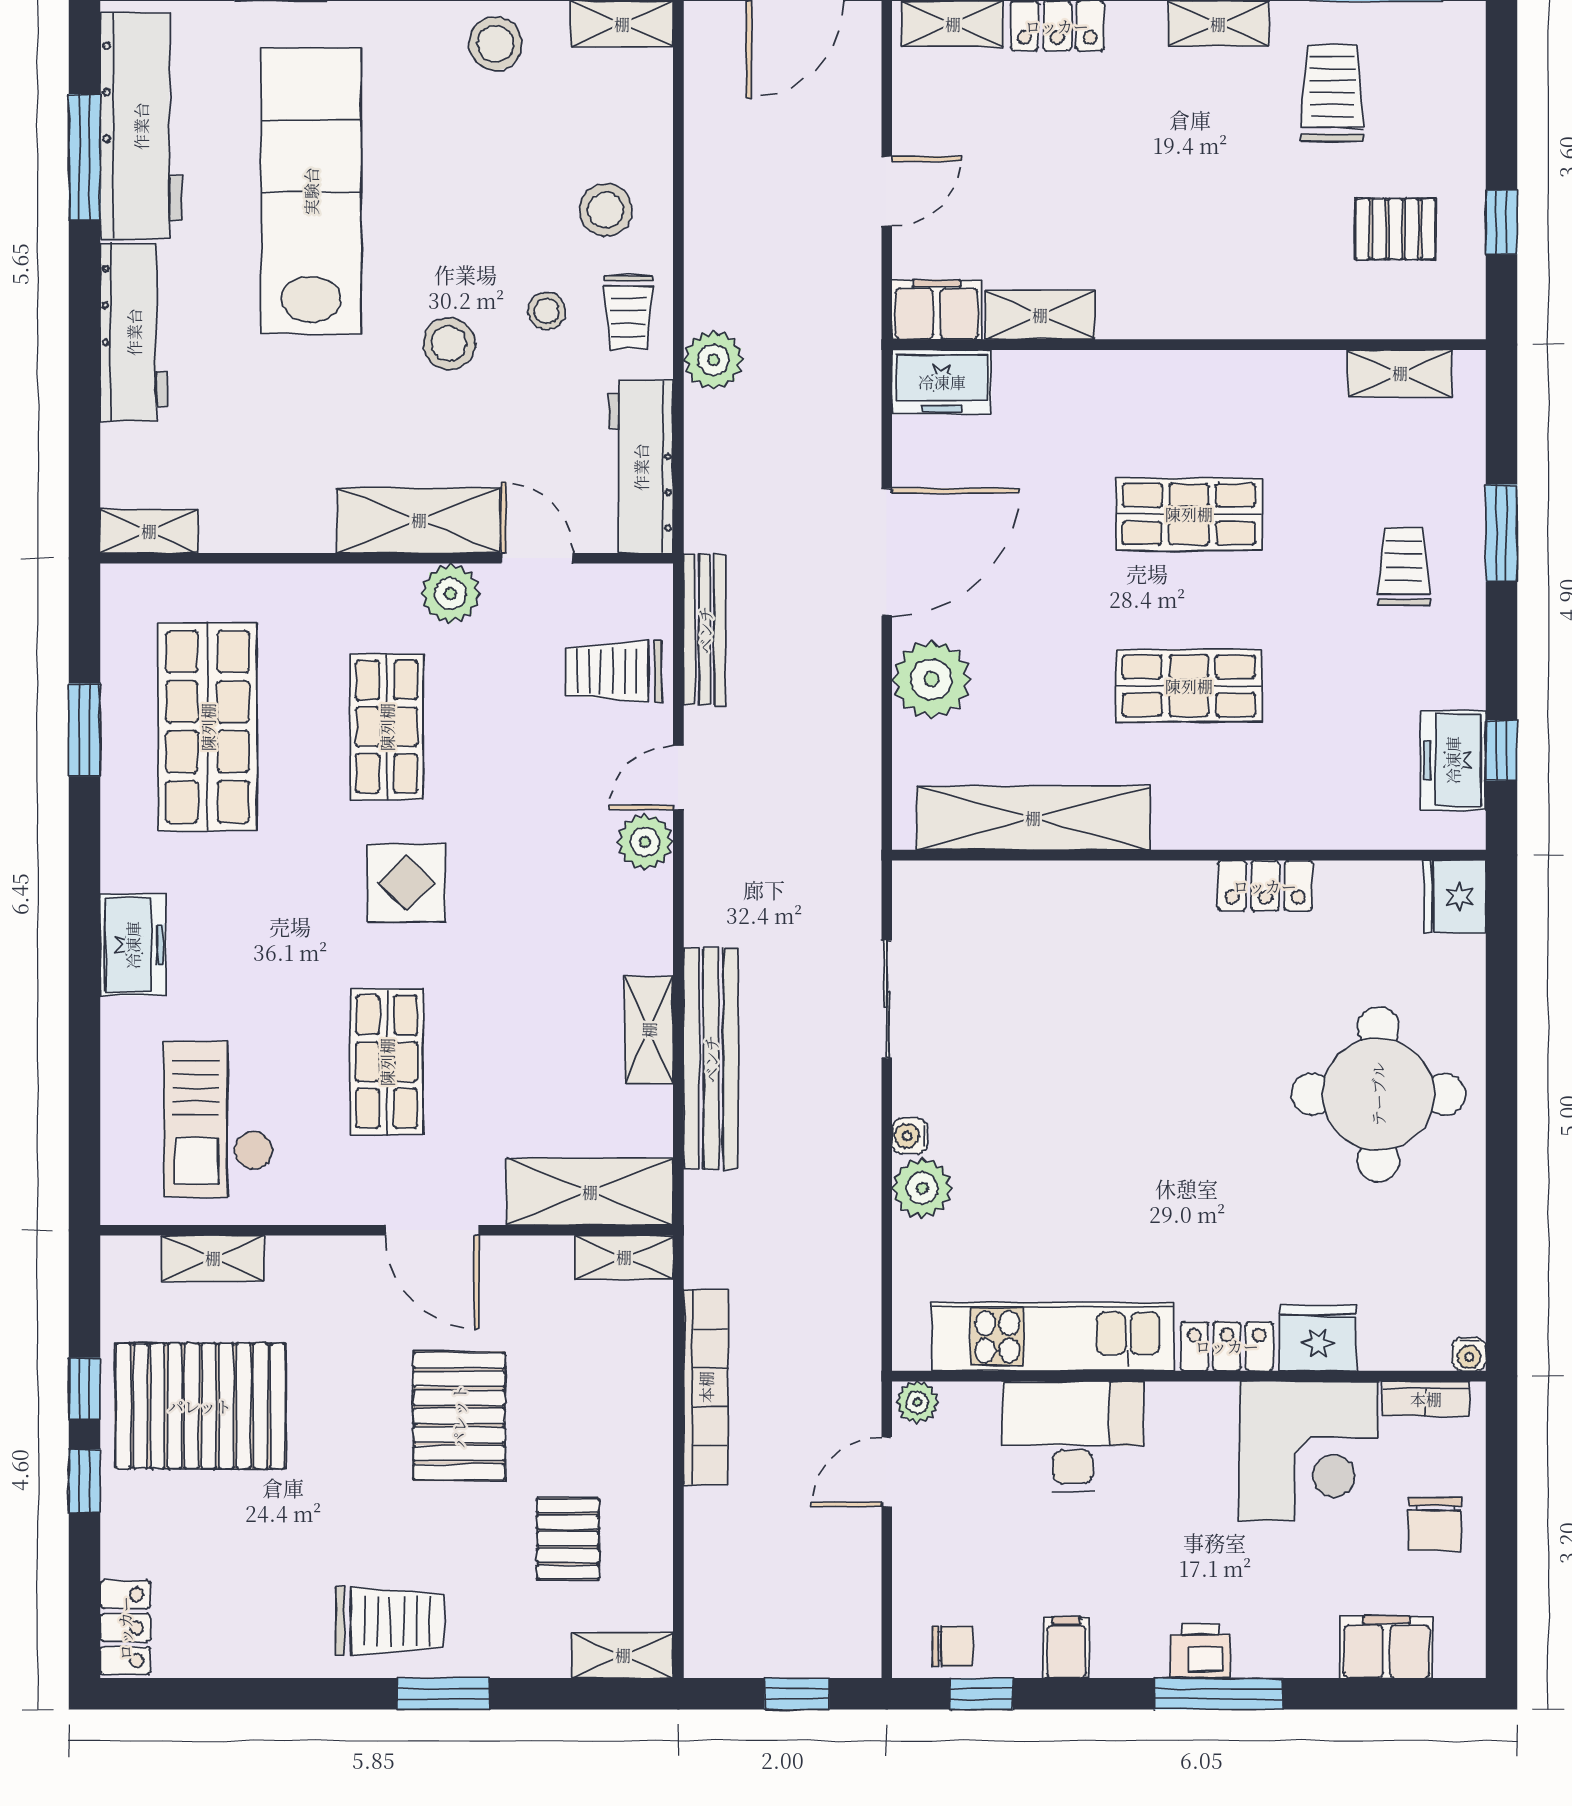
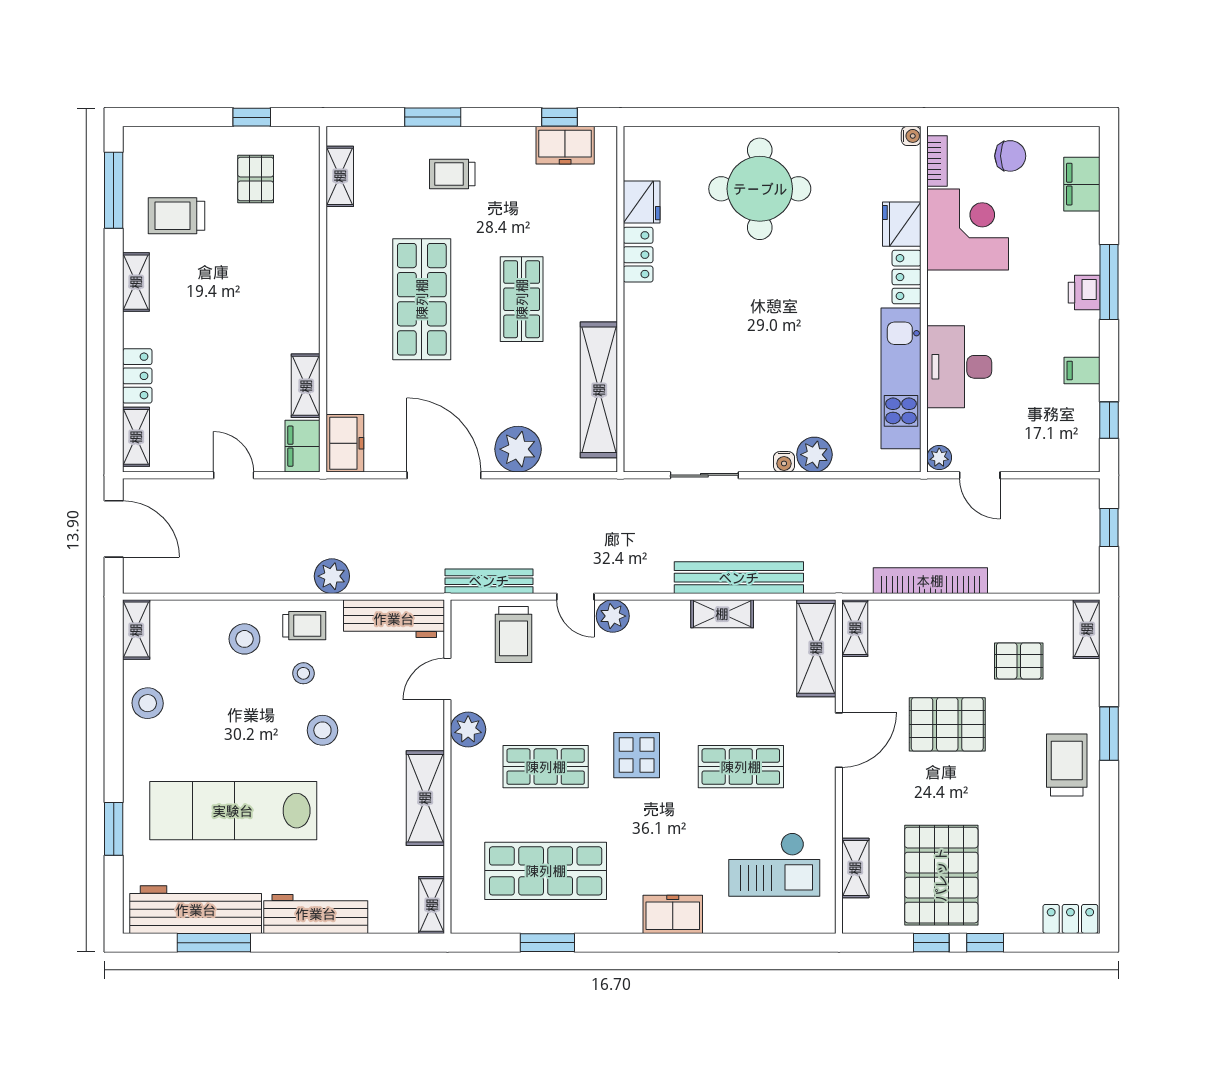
shop shelf: (1189, 514) -> (422, 299), width x1.43, depth x1.36
shelving: (419, 520) -> (425, 798), moved
fridge: (1454, 897) -> (642, 202), moved, turned -90
chair: (952, 1646) -> (1081, 437), removed

